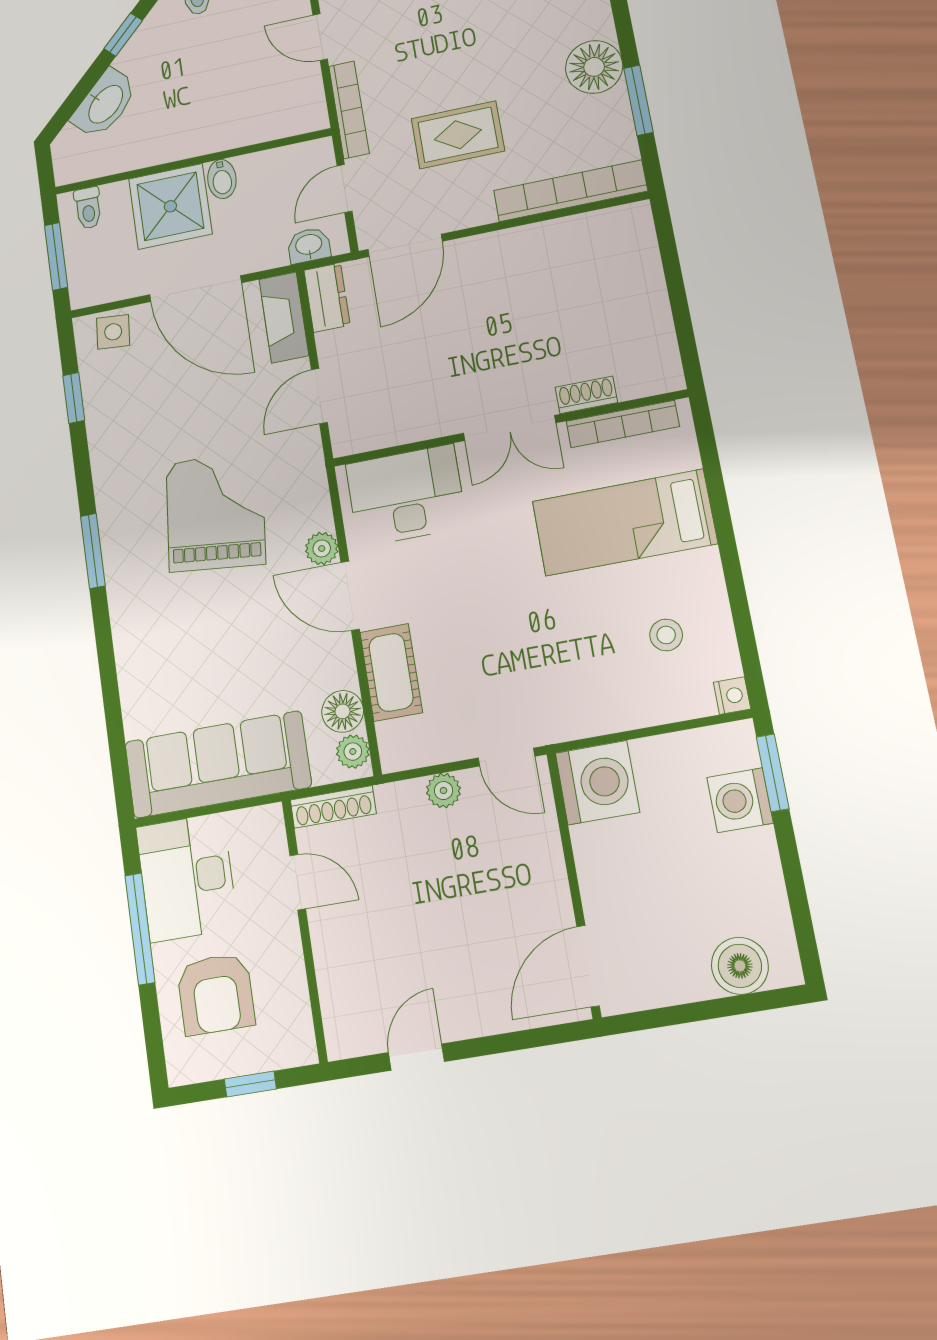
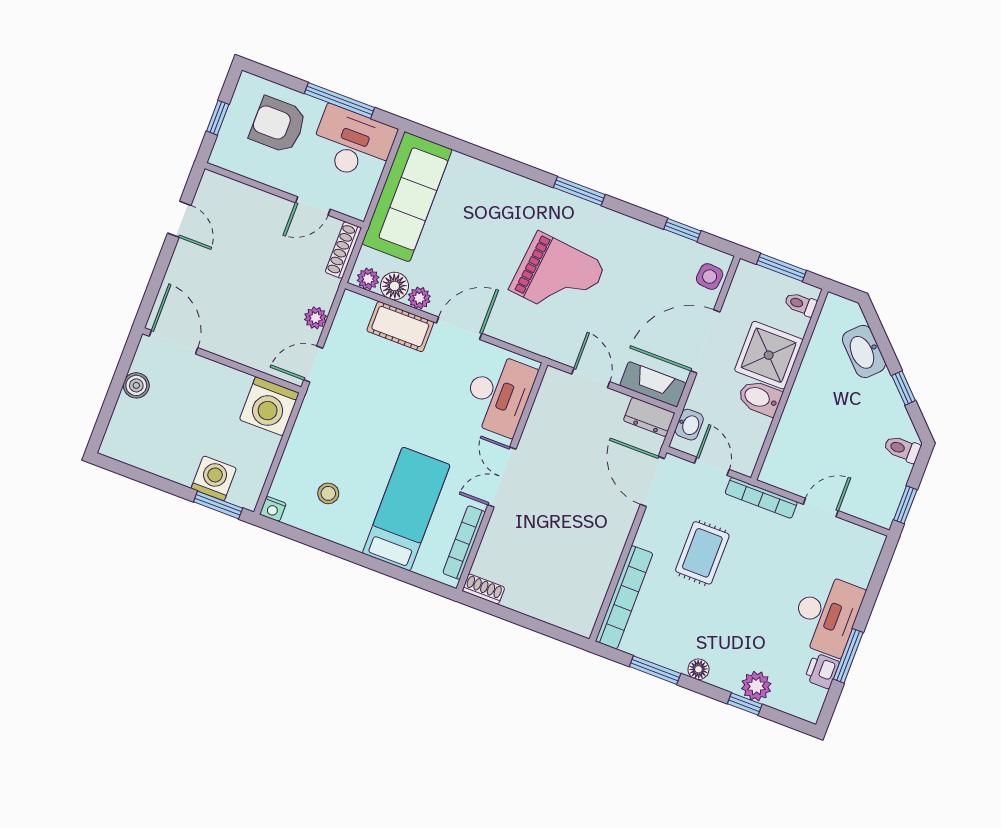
floor lamp: (594, 67) -> (698, 669), width x0.53, depth x0.53
bidet: (222, 179) -> (760, 398), width x1.38, depth x1.36
shoe rack: (586, 395) -> (483, 589), moved, turned -90
plant: (322, 548) -> (419, 298), moved
boiler: (740, 966) -> (136, 385), moved, width x0.73, depth x0.73

